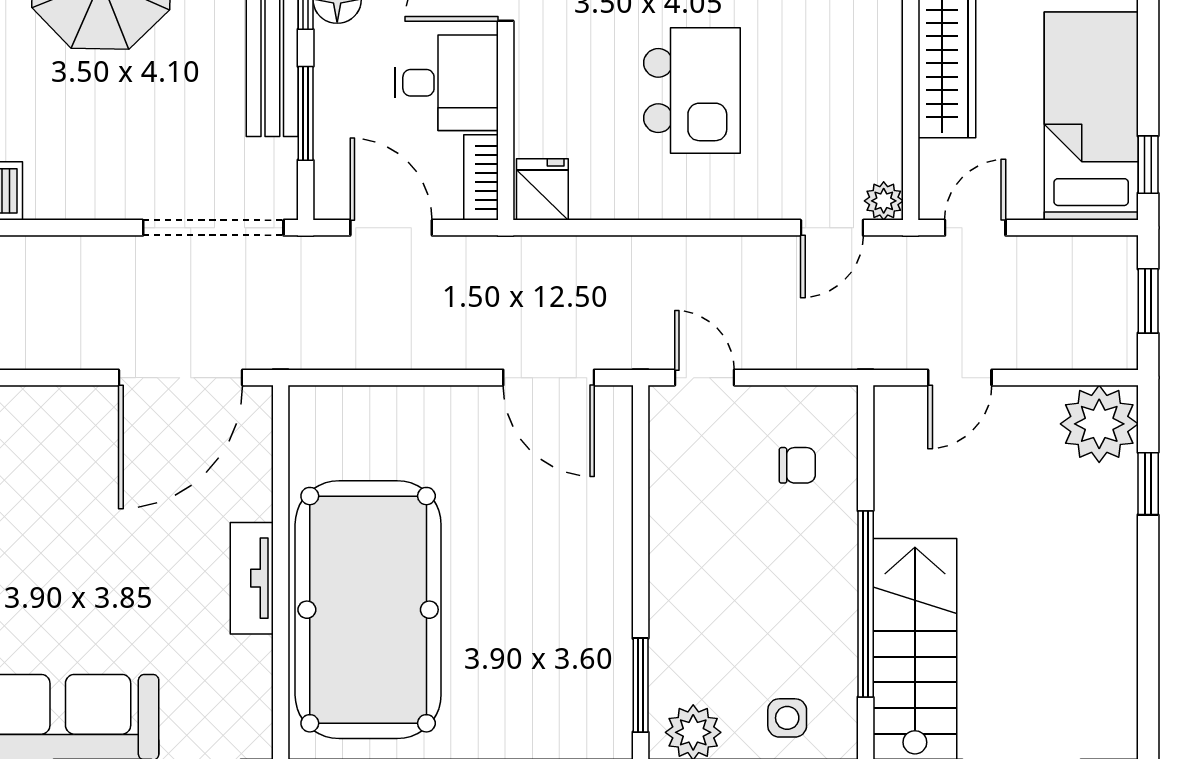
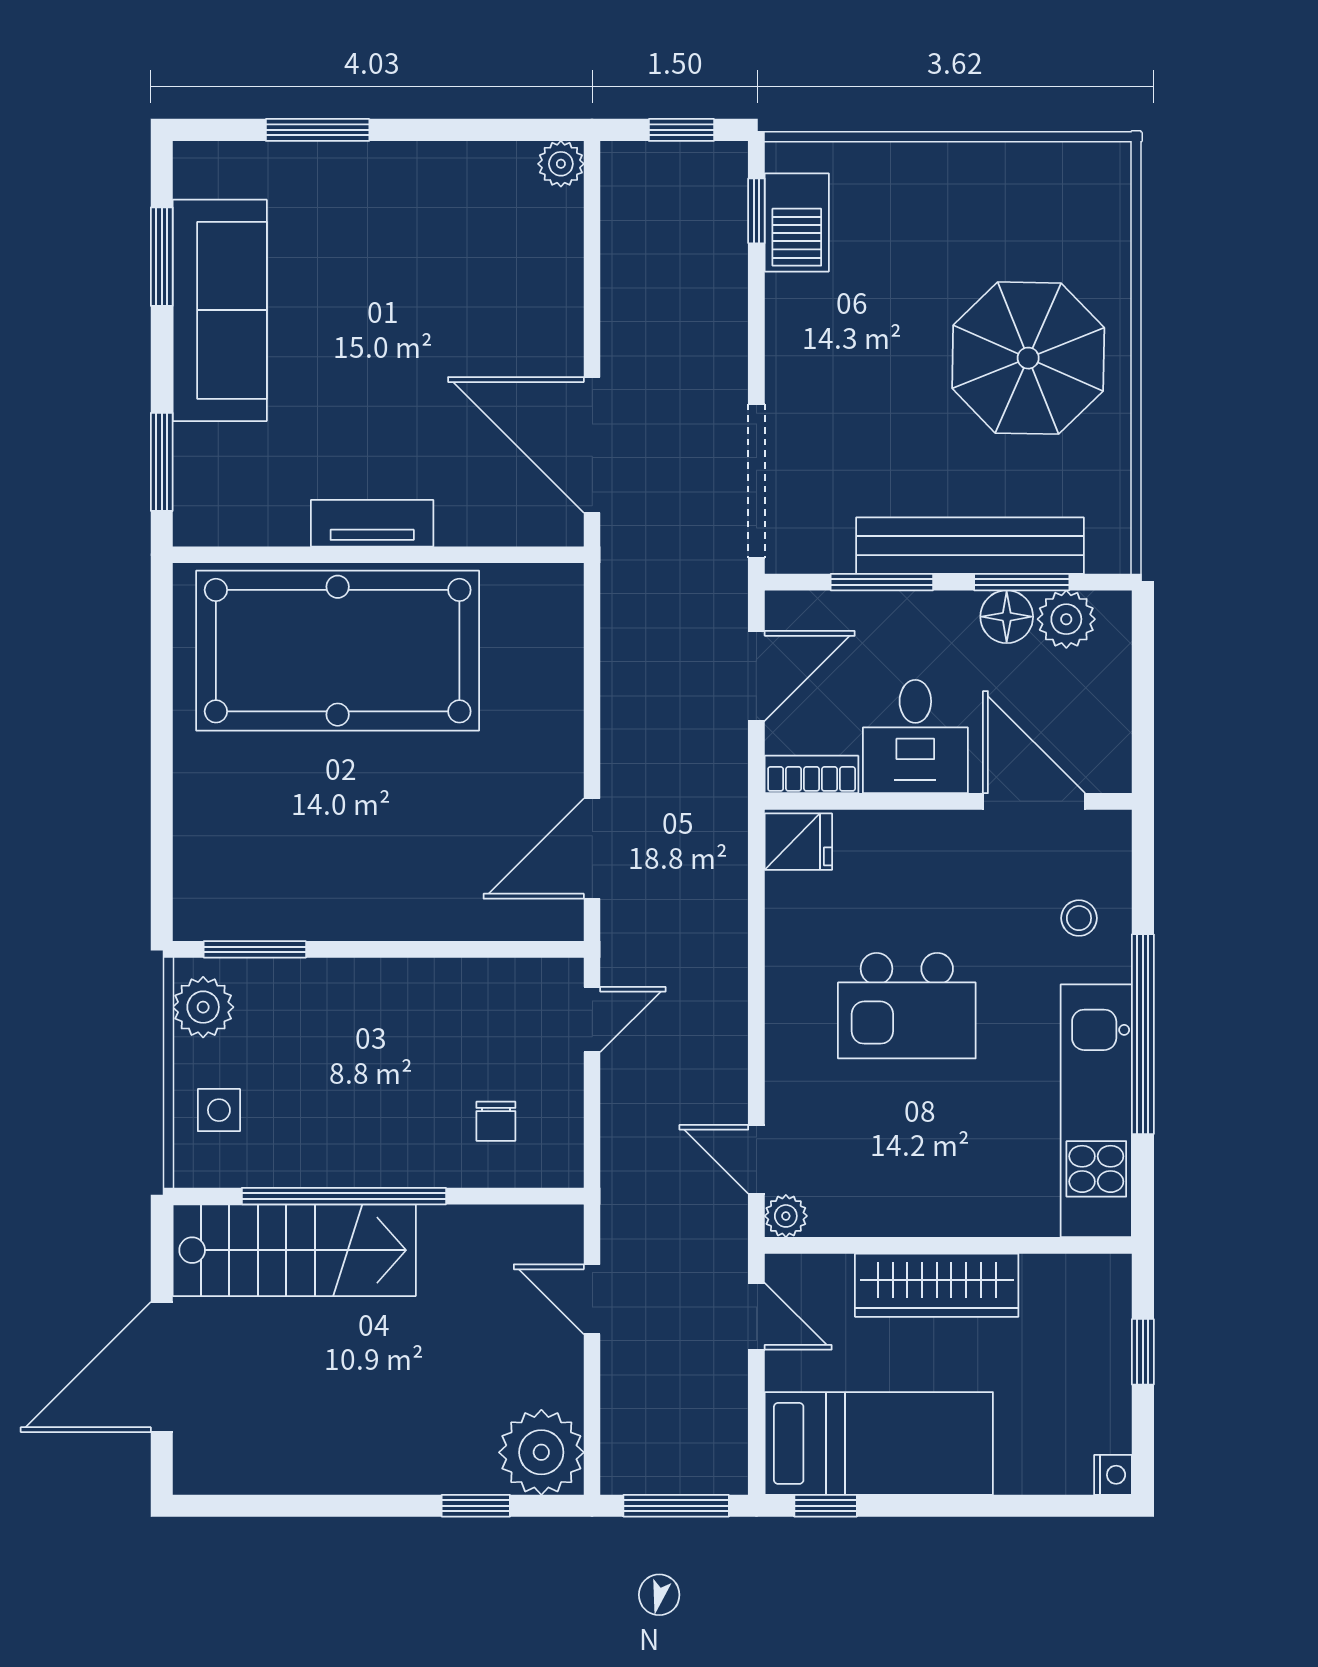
window: (1148, 301) -> (676, 1506), width x1.50

